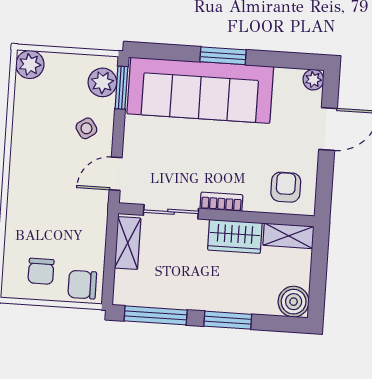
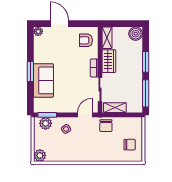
sofa: (200, 90) -> (43, 80), width x0.54, depth x0.79
door: (116, 174) -> (85, 115), swing flipped
chair: (82, 285) -> (106, 126), moved

